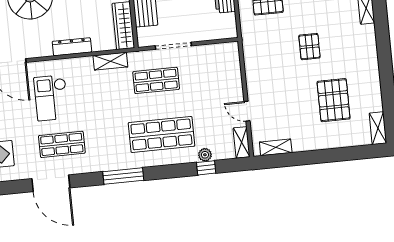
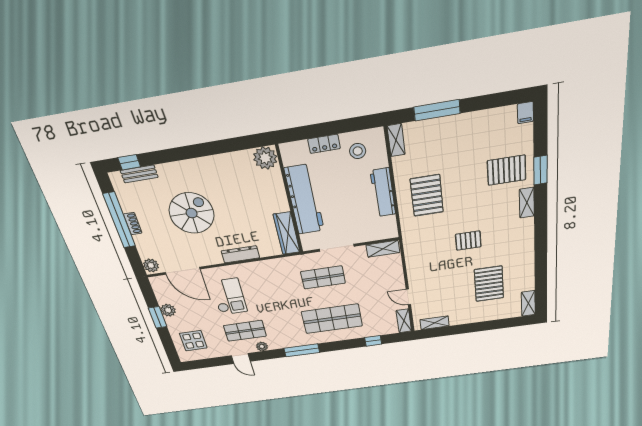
pallet: (309, 47) -> (468, 241), turned 90
shelving: (110, 61) -> (383, 249), moved
checkout: (51, 98) -> (229, 297), turned 180
plant: (205, 155) -> (262, 346), moved
door: (51, 183) -> (241, 359), width x0.53

